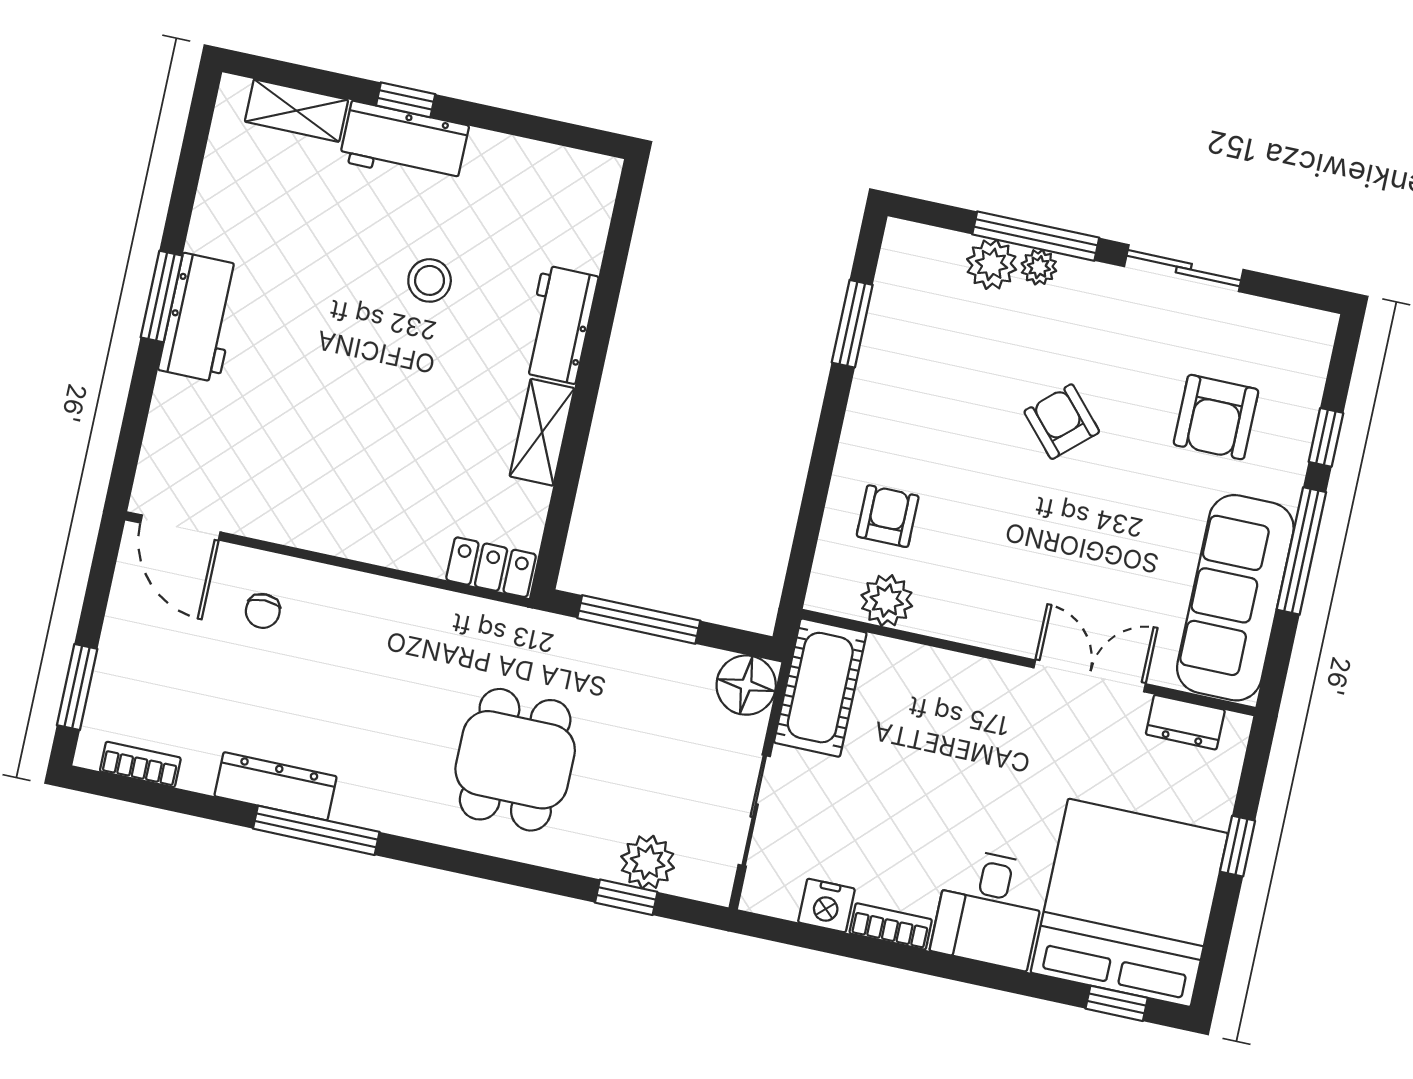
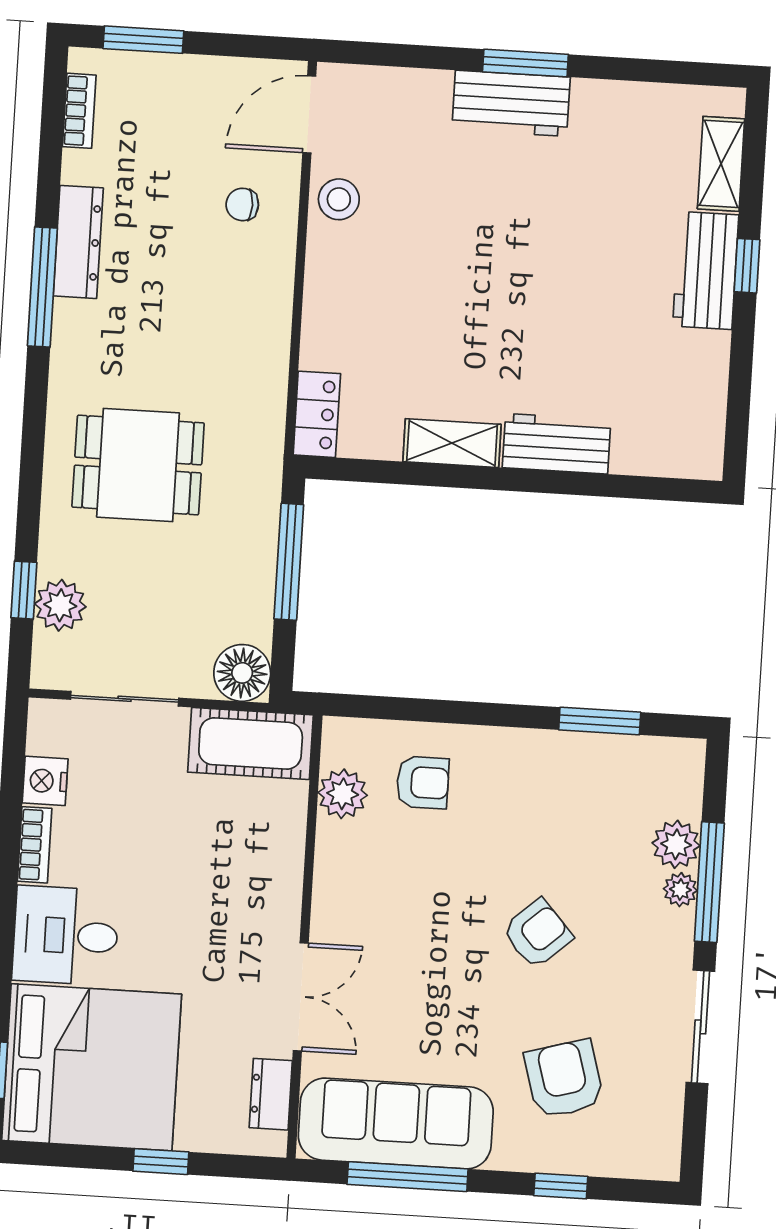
stool: (430, 280) -> (339, 199), moved
armchair: (1216, 417) -> (564, 1079), turned 74
window: (1301, 551) -> (408, 1177), moved

